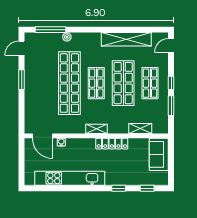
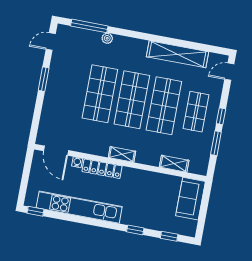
shop shelf: (69, 83) -> (100, 94), width x0.71
shop shelf: (96, 83) -> (132, 100), width x1.43, depth x1.36
locker: (112, 144) -> (102, 169), moved
window: (35, 188) -> (35, 211), added

